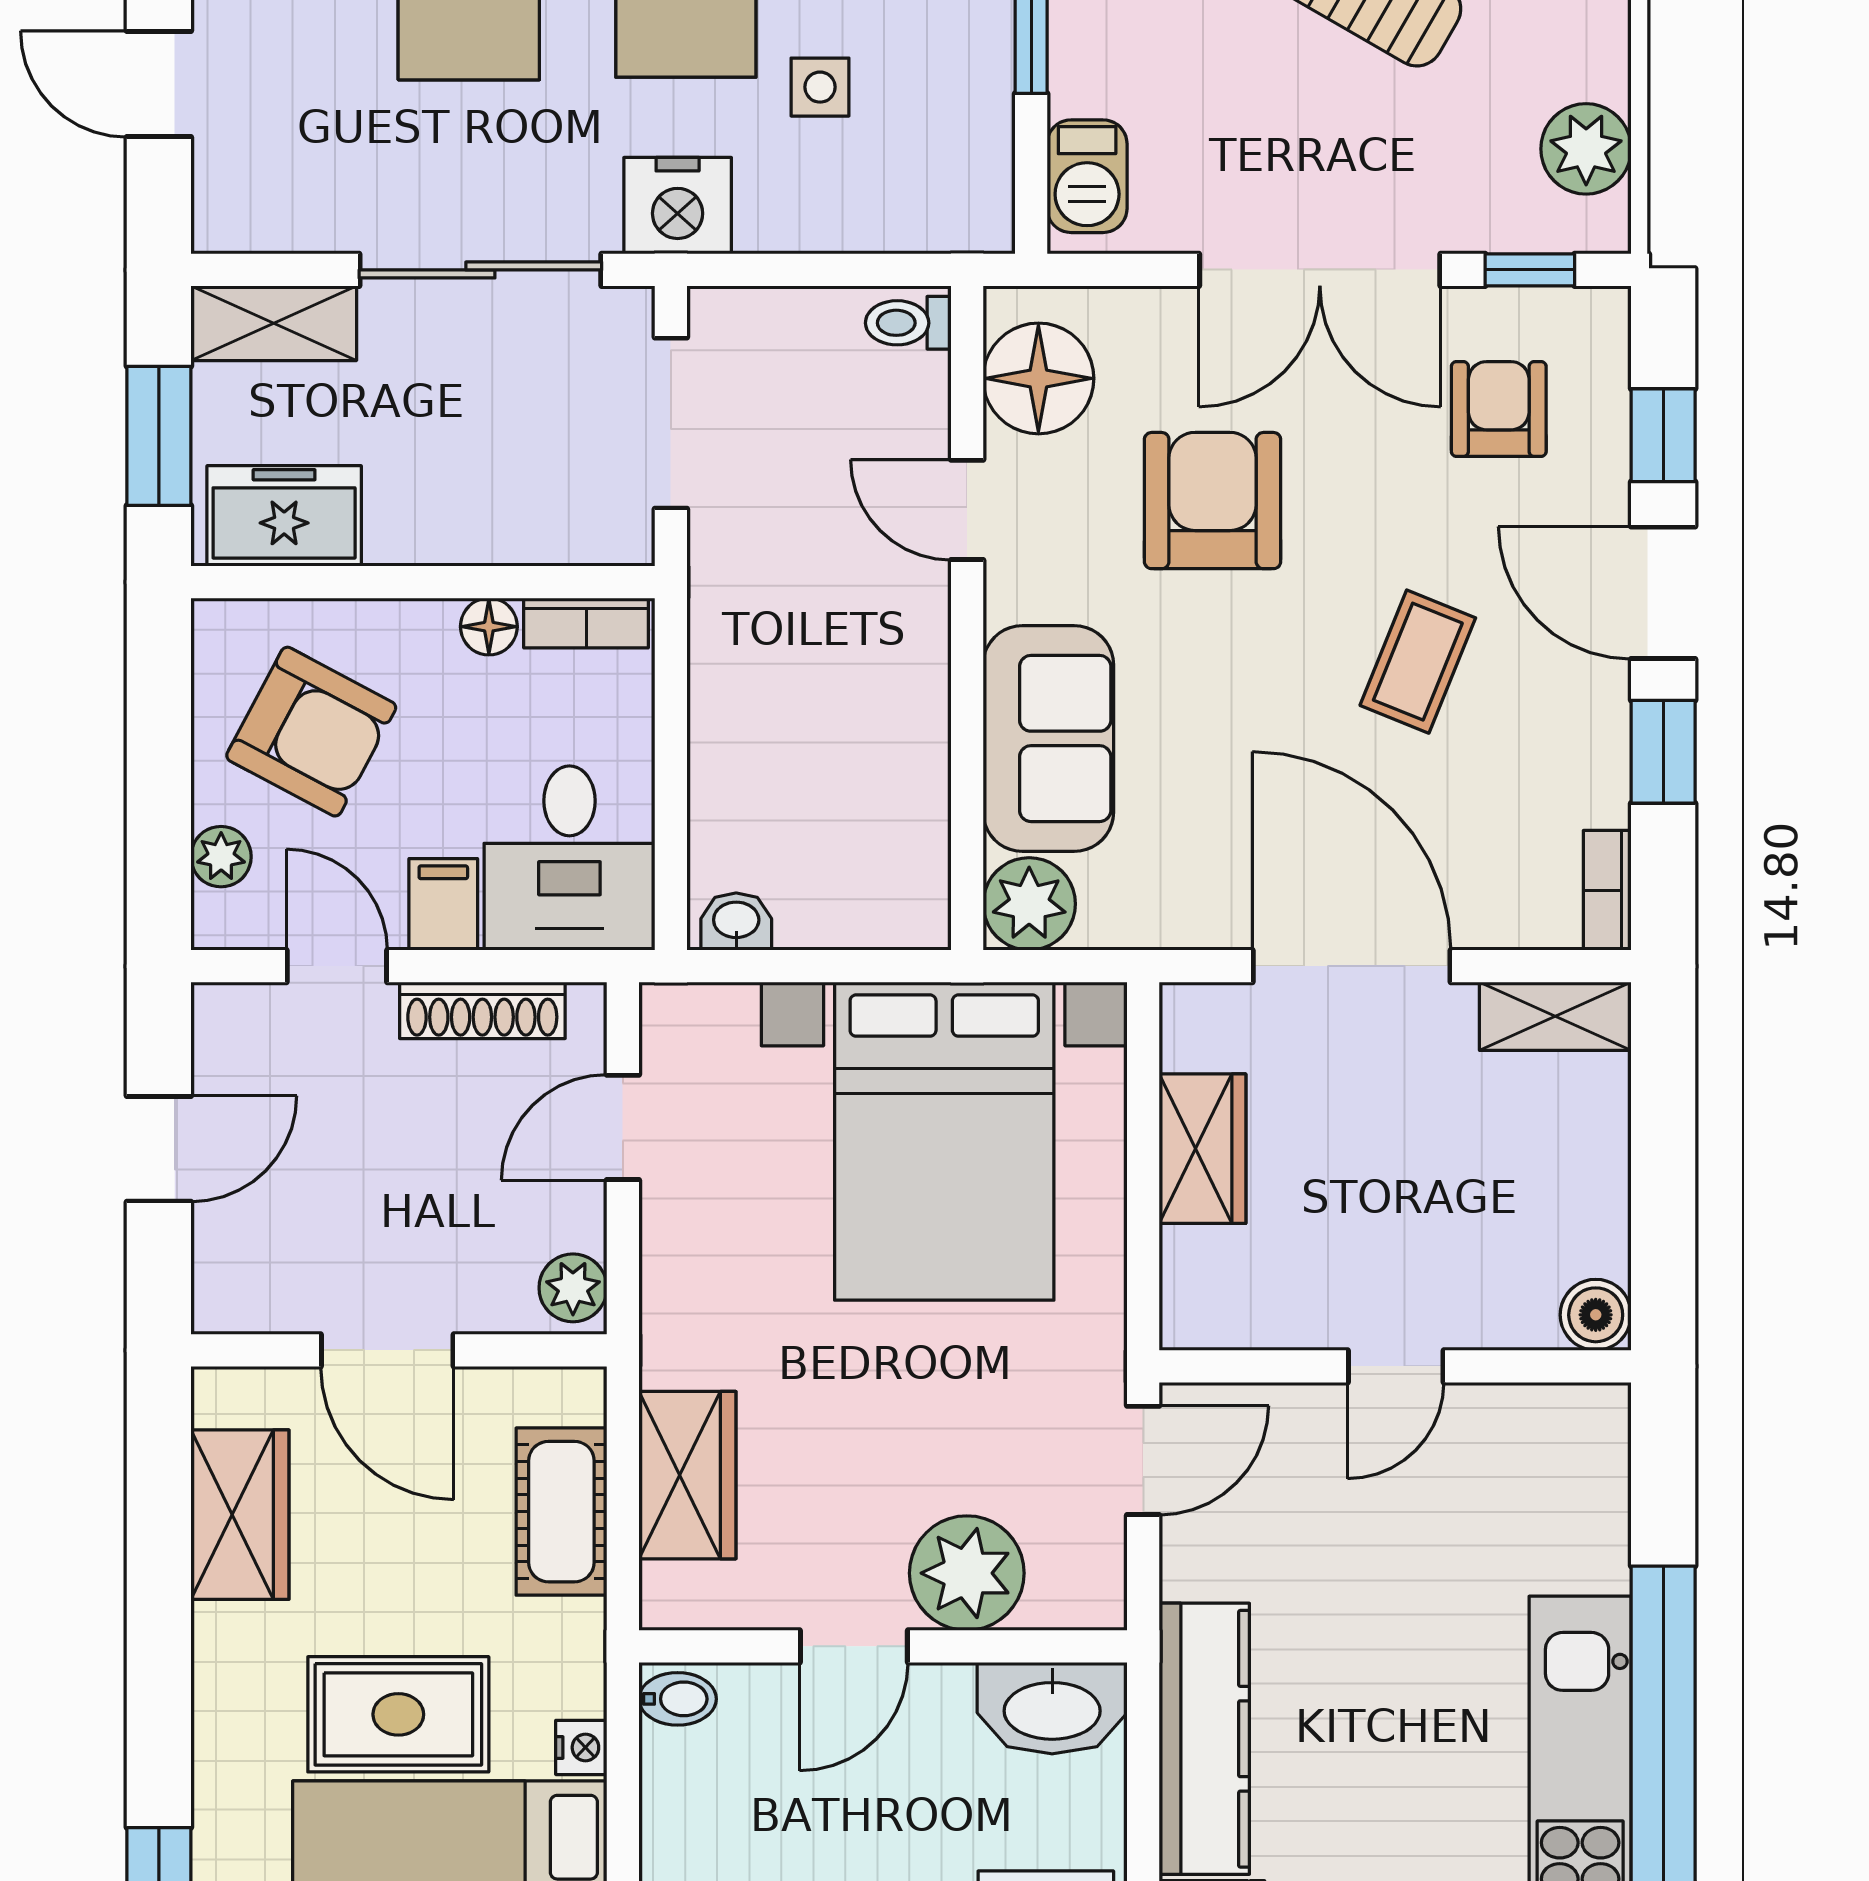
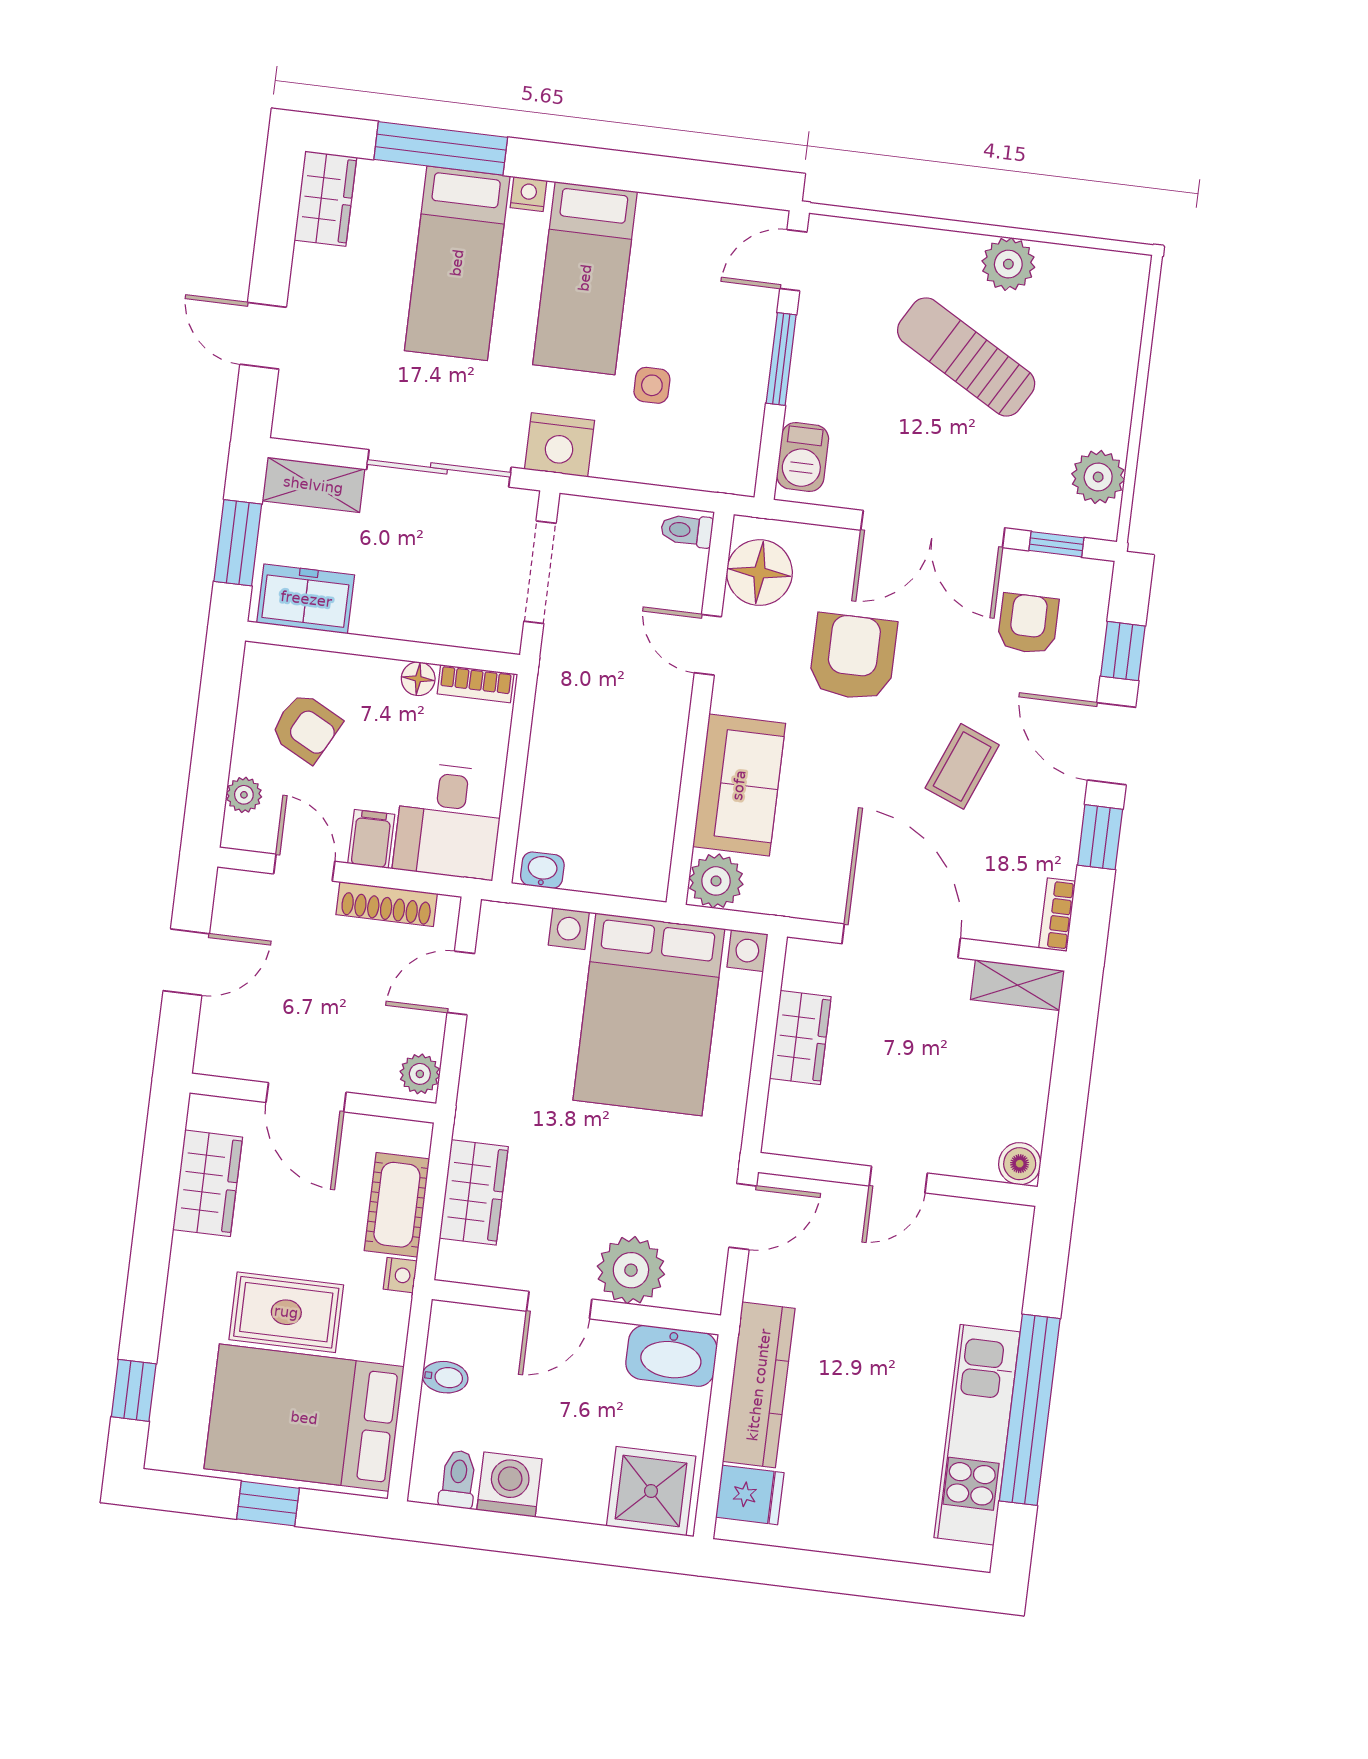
armchair: (311, 732) -> (306, 728), width x0.72, depth x0.72
bidet: (678, 1699) -> (445, 1377), moved
nightstand: (581, 1747) -> (400, 1275), moved

